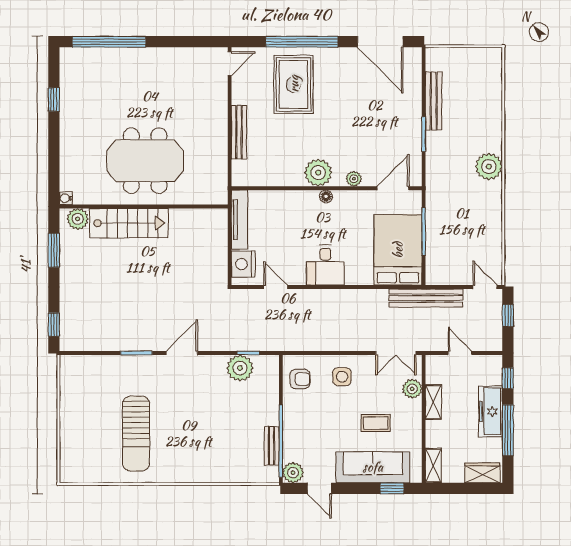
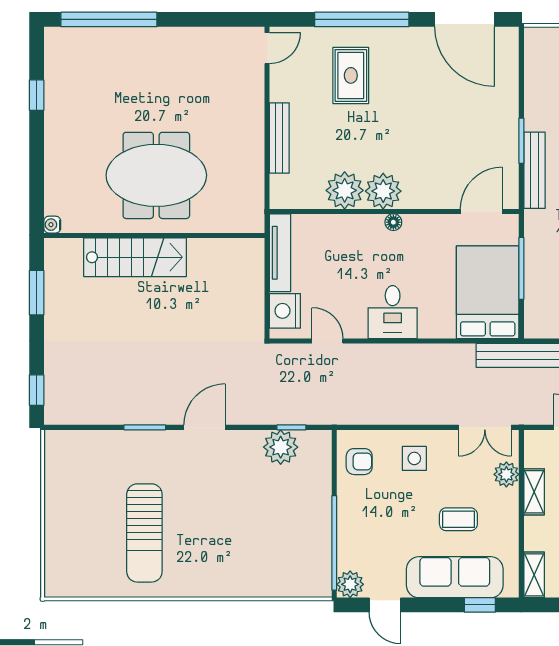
rug: (294, 84) -> (351, 75), width x0.73, depth x0.70
bench: (434, 101) -> (534, 170), moved
plant: (354, 179) -> (345, 190), moved, width x1.88, depth x1.88
plant: (78, 219) -> (68, 252), removed
bench: (272, 446) -> (322, 549), removed

